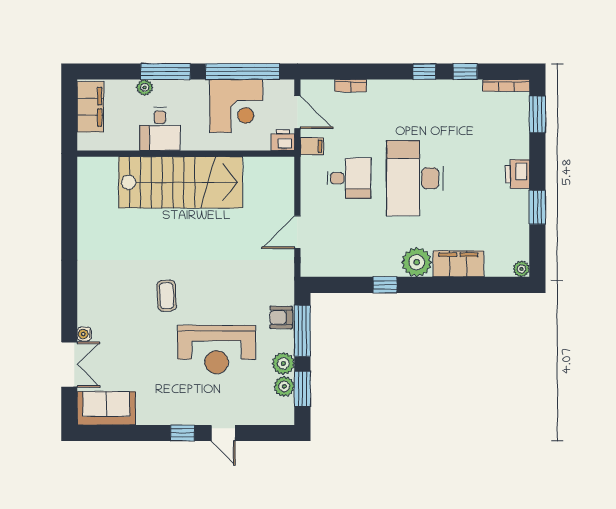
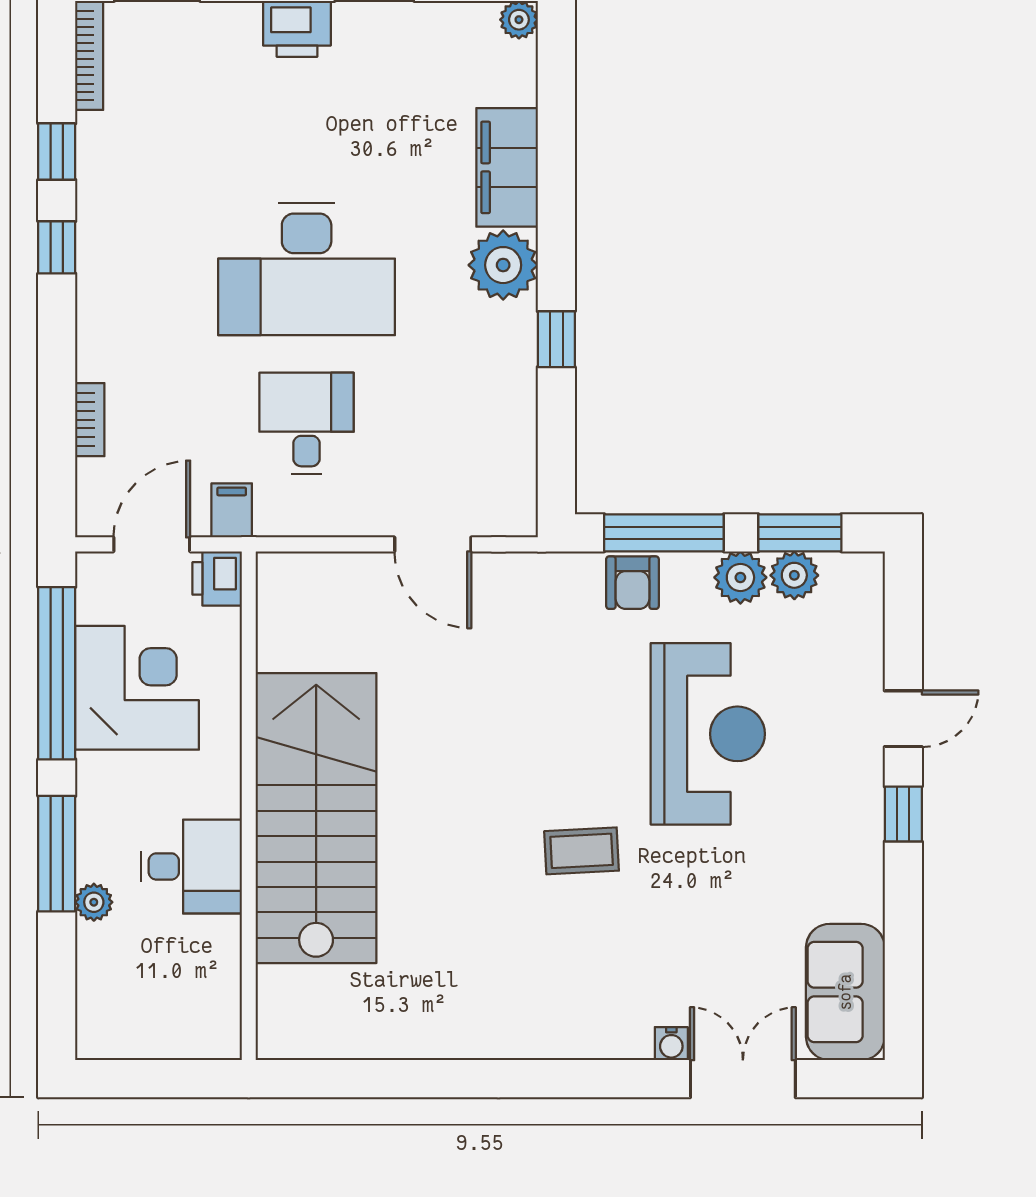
filing cabinet: (90, 107) -> (139, 1029), removed

